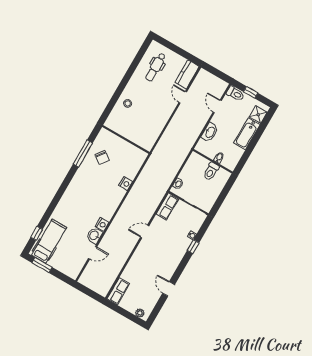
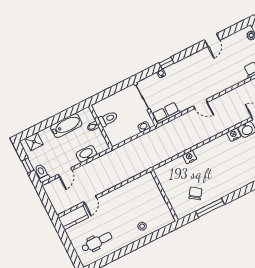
bathtub: (247, 134) -> (66, 126), moved

